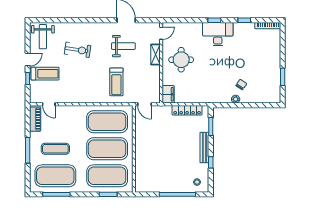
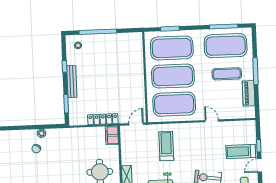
door: (49, 104) -> (212, 121), moved
door: (144, 104) -> (136, 124), hinge flipped
locker: (187, 110) -> (103, 119), moved
piano: (35, 119) -> (249, 93), moved

